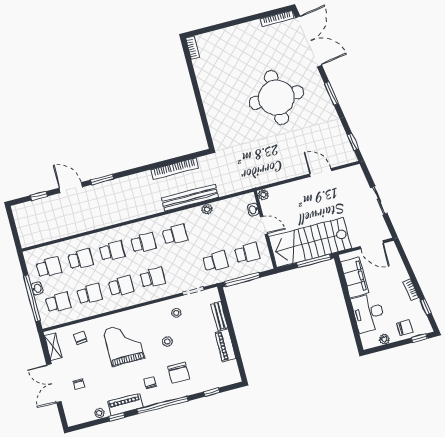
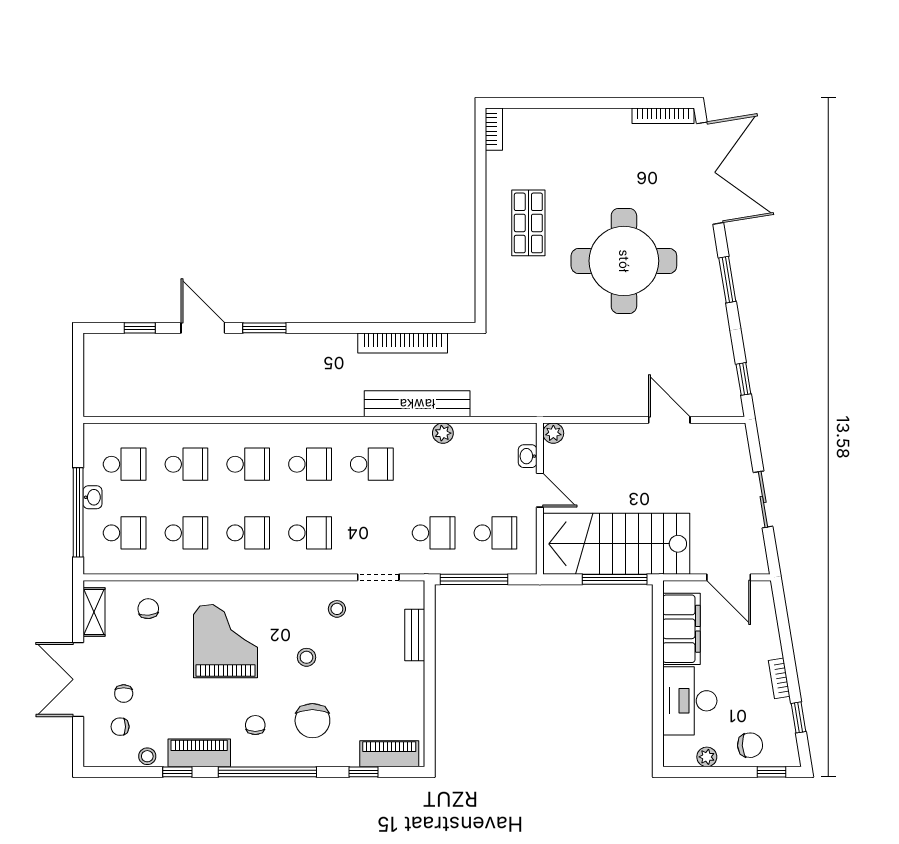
shop shelf: (223, 91) -> (528, 223), added
piano: (225, 345) -> (389, 754), moved, turned 90
chair: (82, 402) -> (120, 727), added

